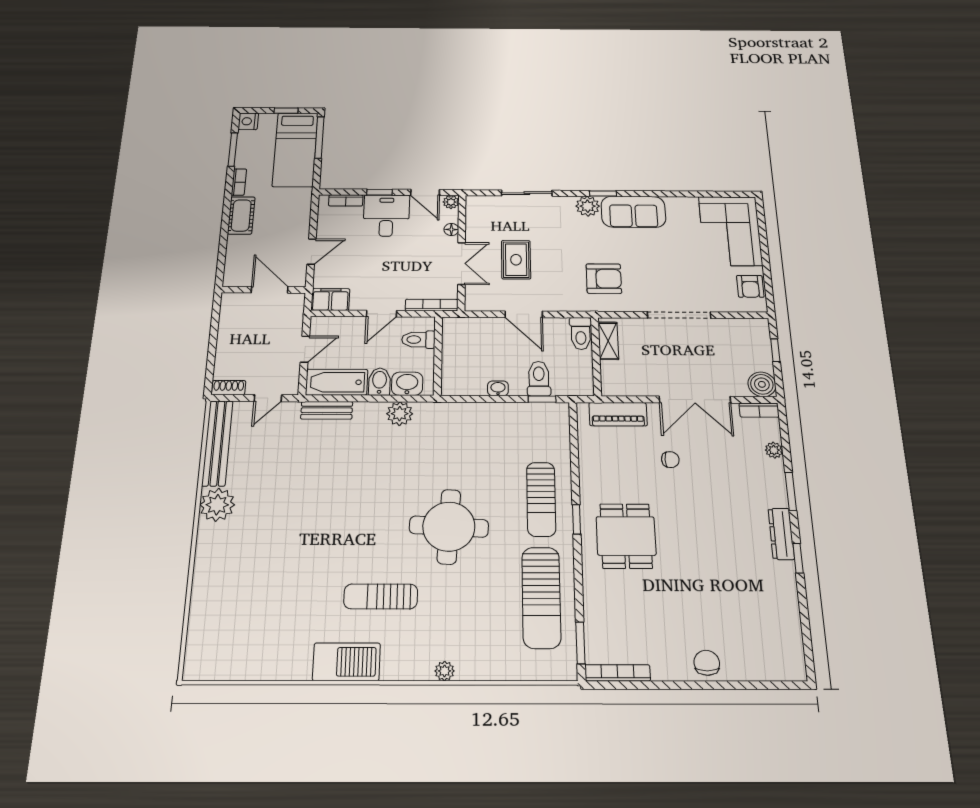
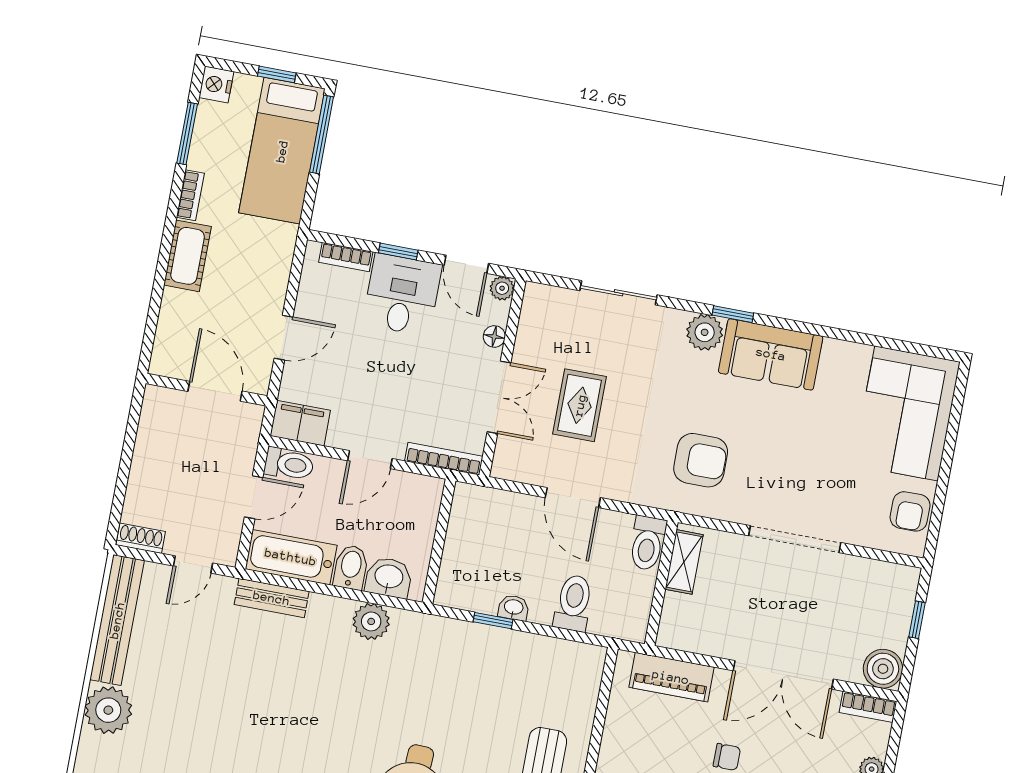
toilet: (418, 340) -> (289, 464), moved, turned 180
window: (542, 399) -> (493, 621), moved

